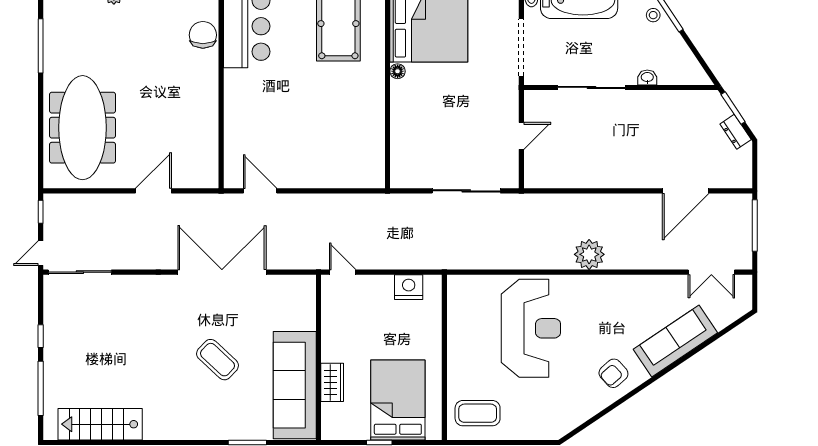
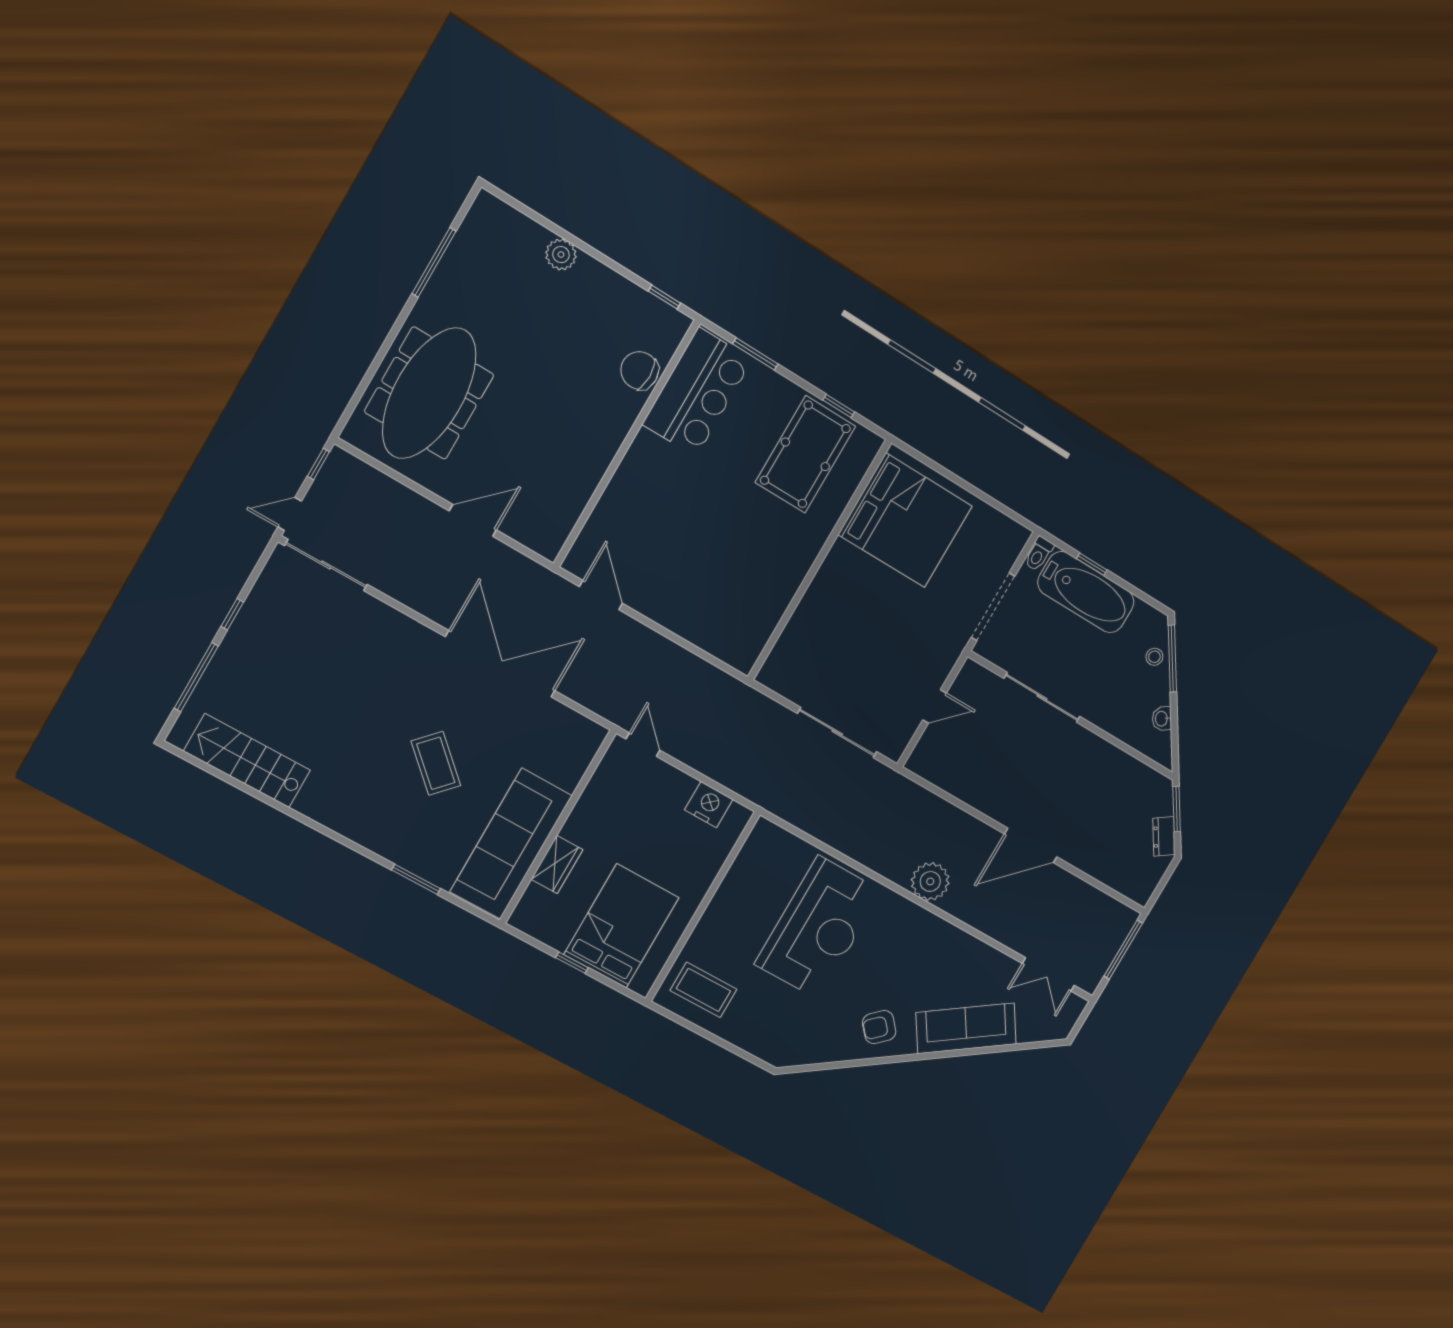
chair: (203, 35) -> (640, 371), turned -90
floor lamp: (398, 71) -> (840, 550), removed
washbasin: (647, 78) -> (1162, 719), moved, turned -124
door: (686, 191) -> (1031, 845), moved

